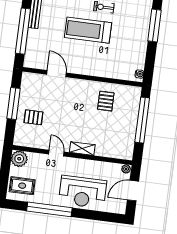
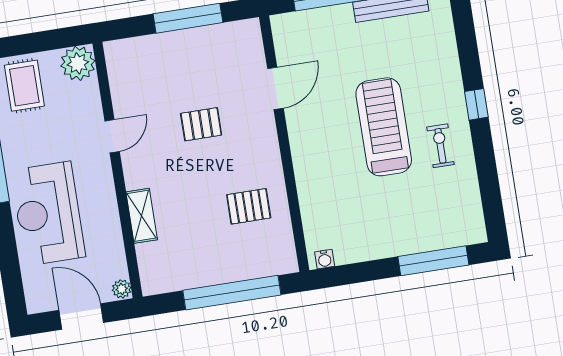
pallet: (33, 117) -> (201, 124), moved, turned 90
shelving: (82, 149) -> (142, 216), moved

